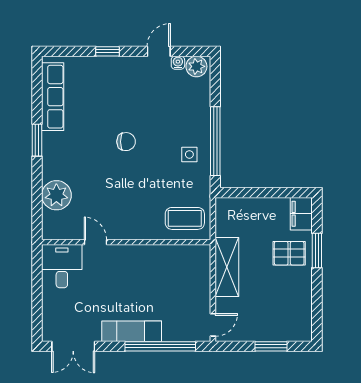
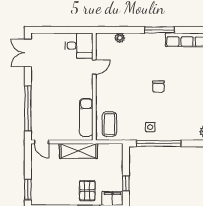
window: (37, 140) -> (159, 30), width x1.44
window: (278, 193) -> (126, 183), added
plant: (56, 195) -> (120, 38), width x0.53, depth x0.53
exam couch: (132, 331) -> (86, 117), moved, turned 180
window: (271, 346) -> (28, 189), moved

